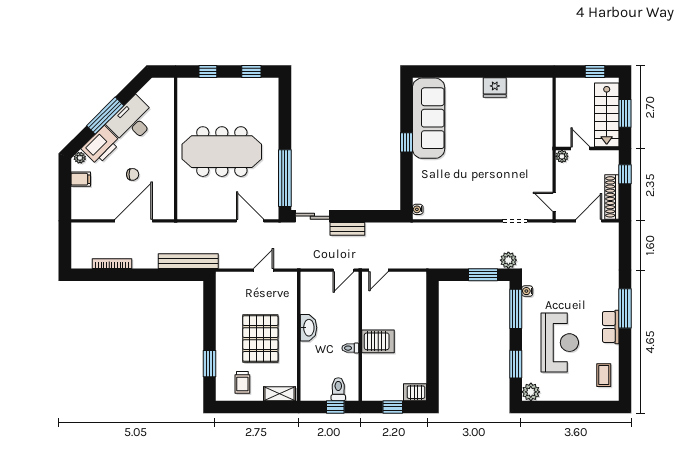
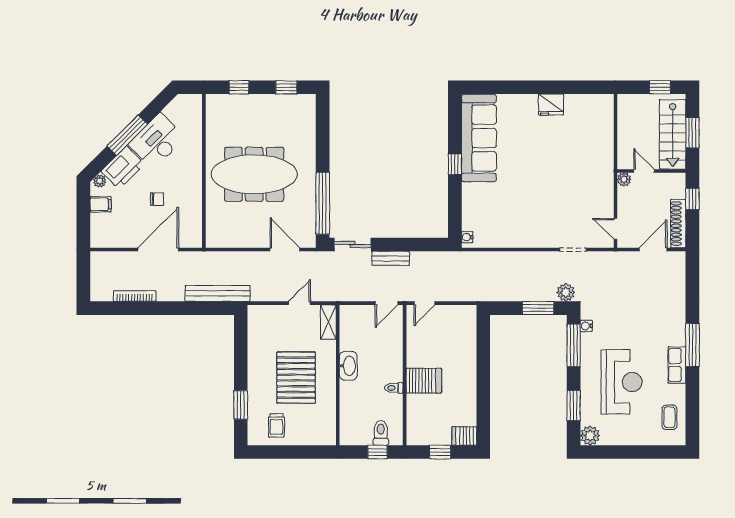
shelving: (279, 394) -> (328, 322), moved, turned 90

